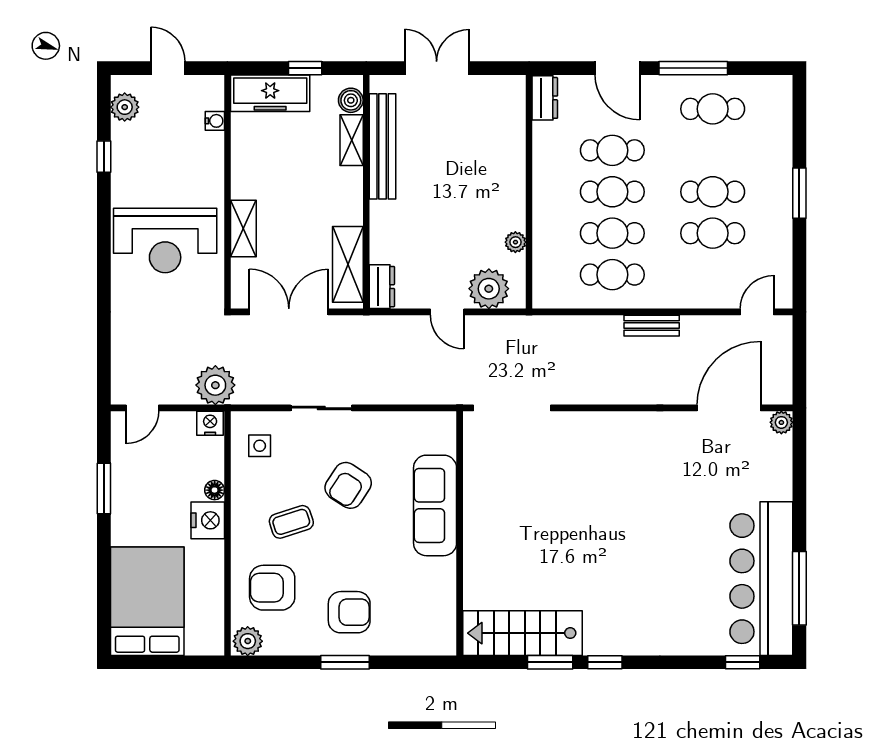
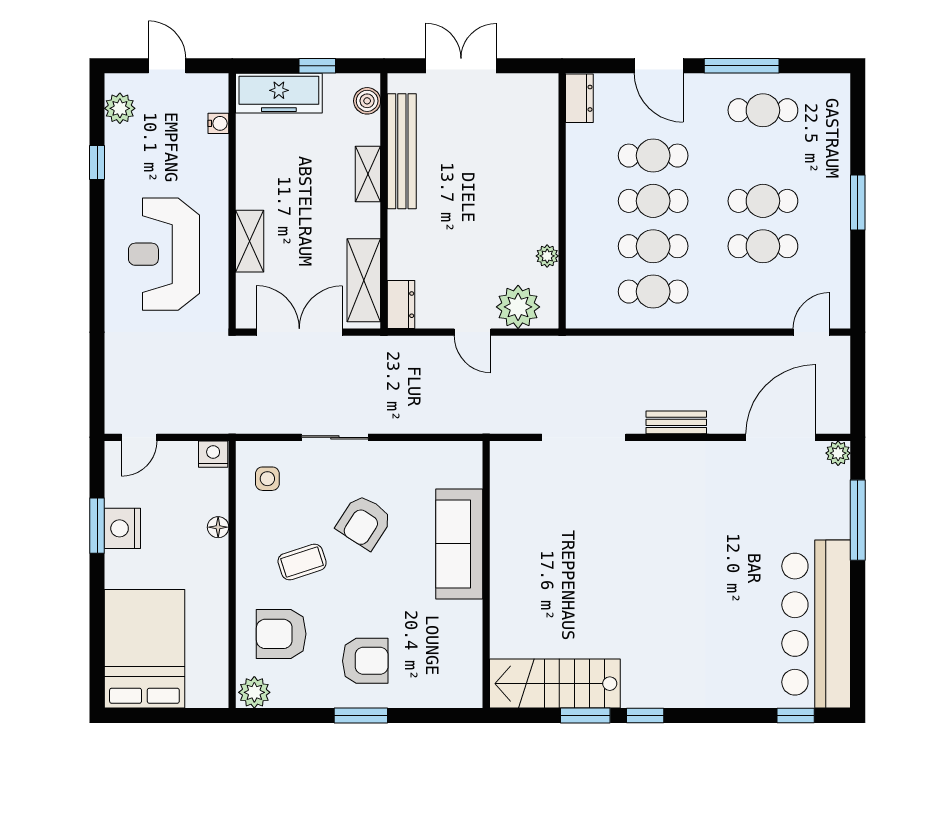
shelving: (352, 140) -> (368, 174), moved
reception desk: (165, 240) -> (164, 254), turned 90
bench: (652, 326) -> (676, 422), moved
plant: (215, 385) -> (219, 412), removed
doorway: (512, 408) -> (584, 437), moved
nightstand: (208, 520) -> (122, 528), moved, turned 180
window: (799, 588) -> (858, 520), moved

